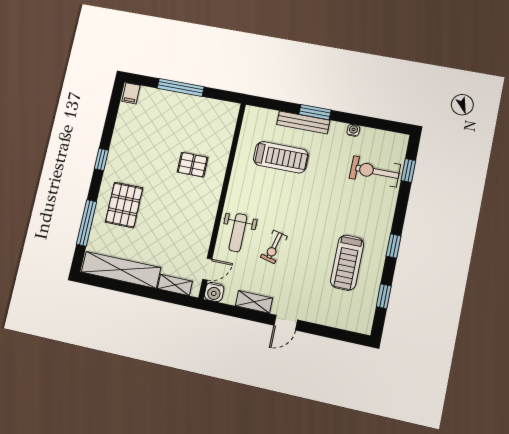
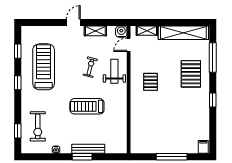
treadmill: (281, 157) -> (87, 106), moved
pallet: (193, 165) -> (151, 82), moved, turned 90
exercise bike: (375, 171) -> (38, 126), turned 90
treadmill: (347, 263) -> (44, 67), width x1.37, depth x1.37

